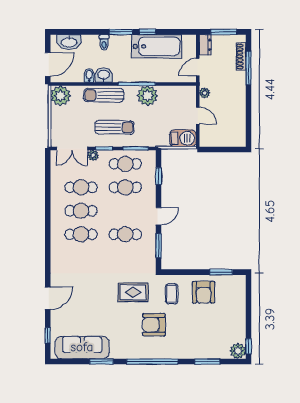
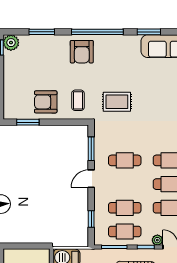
armchair: (204, 292) -> (46, 102), turned -90
armchair: (154, 325) -> (82, 52), moved, turned 90

